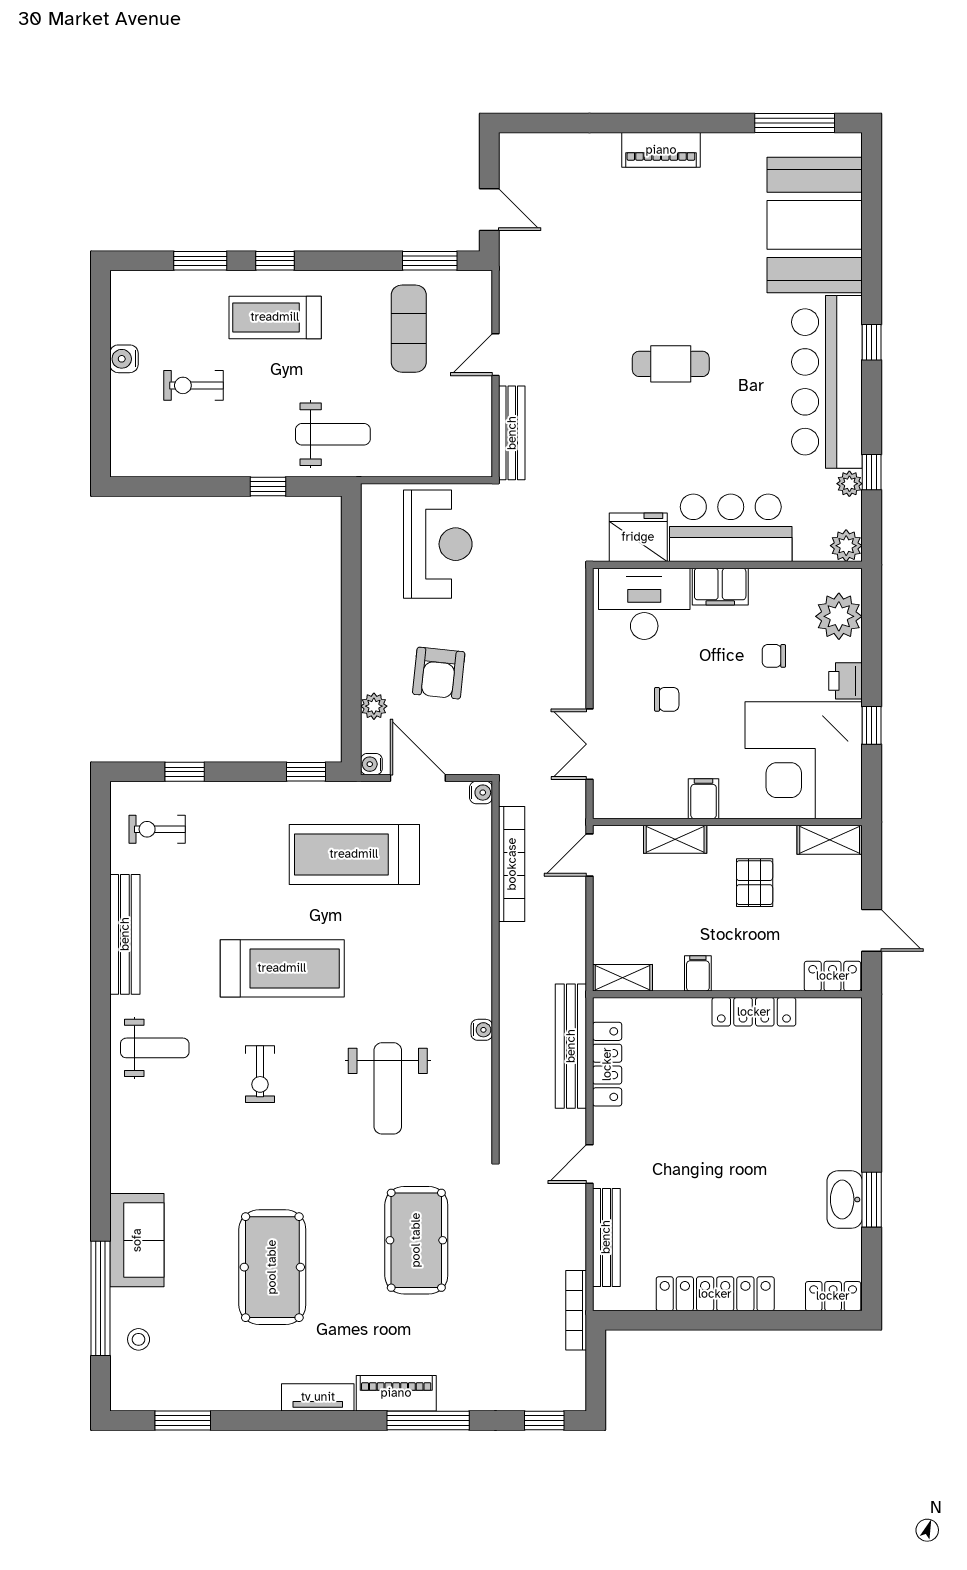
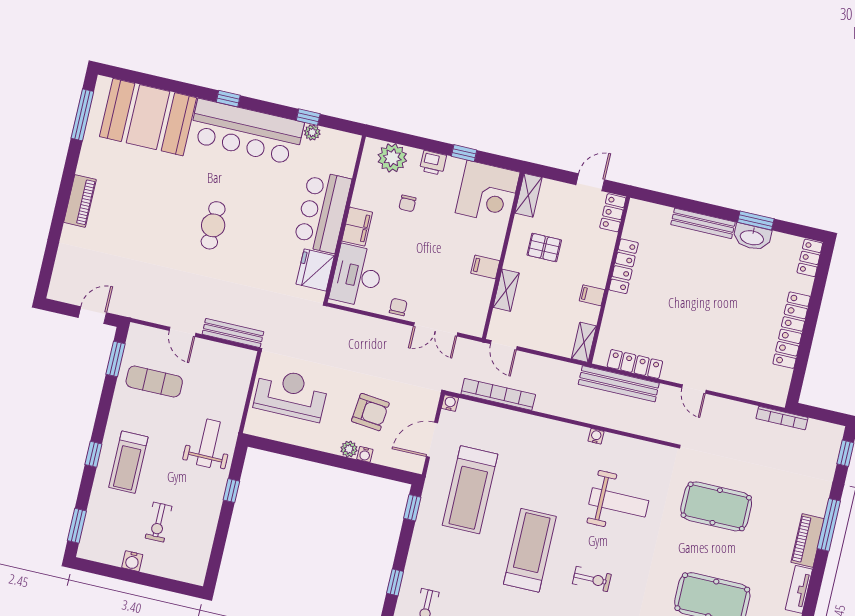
window: (200, 261) -> (77, 526), moved
plant: (846, 546) -> (350, 143), removed
chair: (667, 699) -> (398, 307), moved
plant: (374, 706) -> (349, 449), moved
corner desk: (804, 760) -> (488, 193), width x0.74, depth x0.74
water cooler: (371, 764) -> (365, 454), moved
bench: (606, 1237) -> (703, 223), moved

